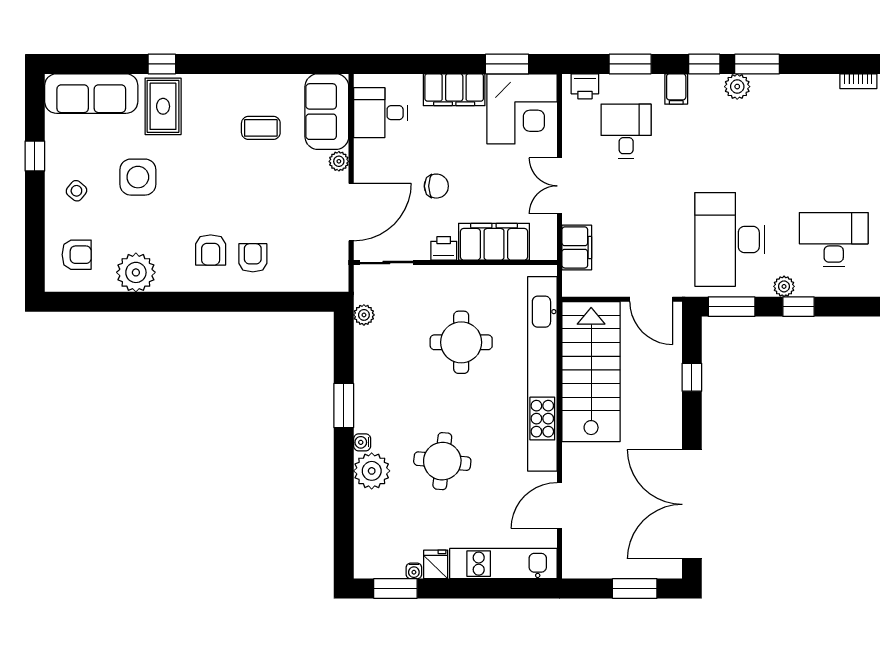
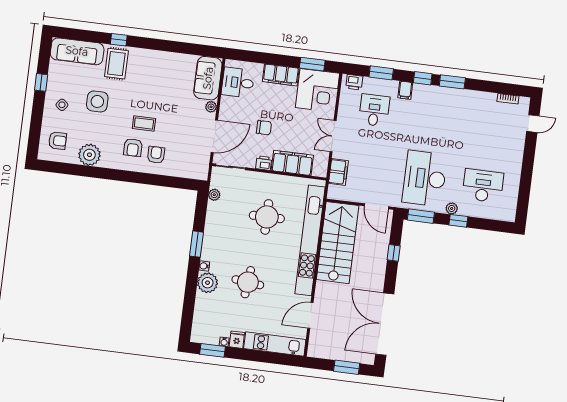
plant: (737, 87) -> (440, 93), removed
coffee table: (261, 128) -> (144, 123), moved

